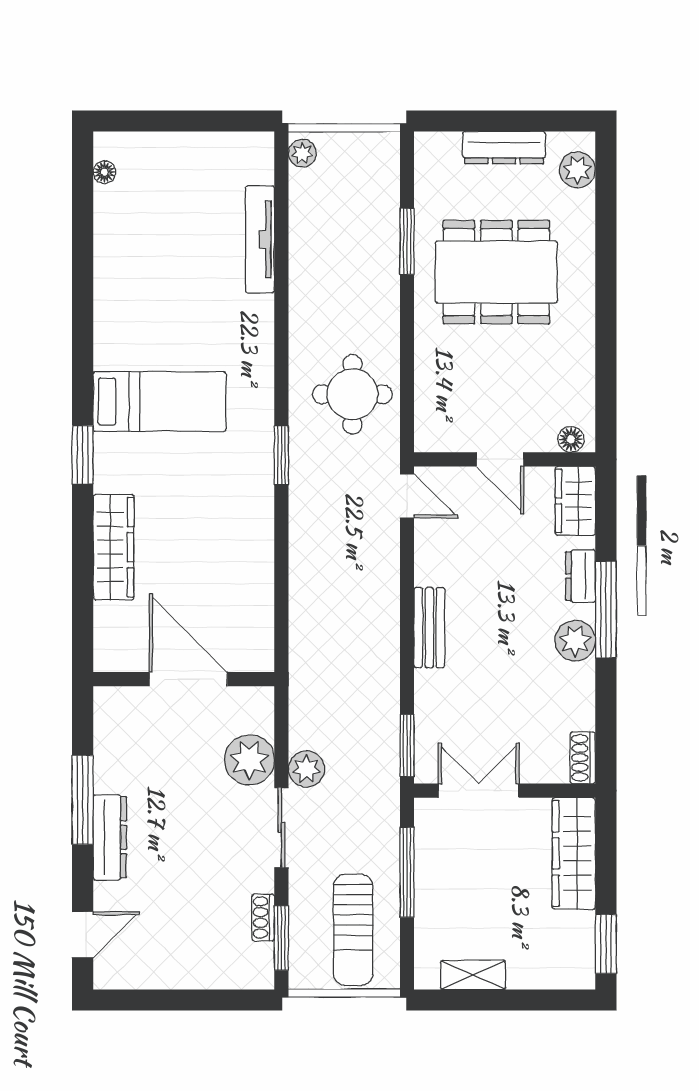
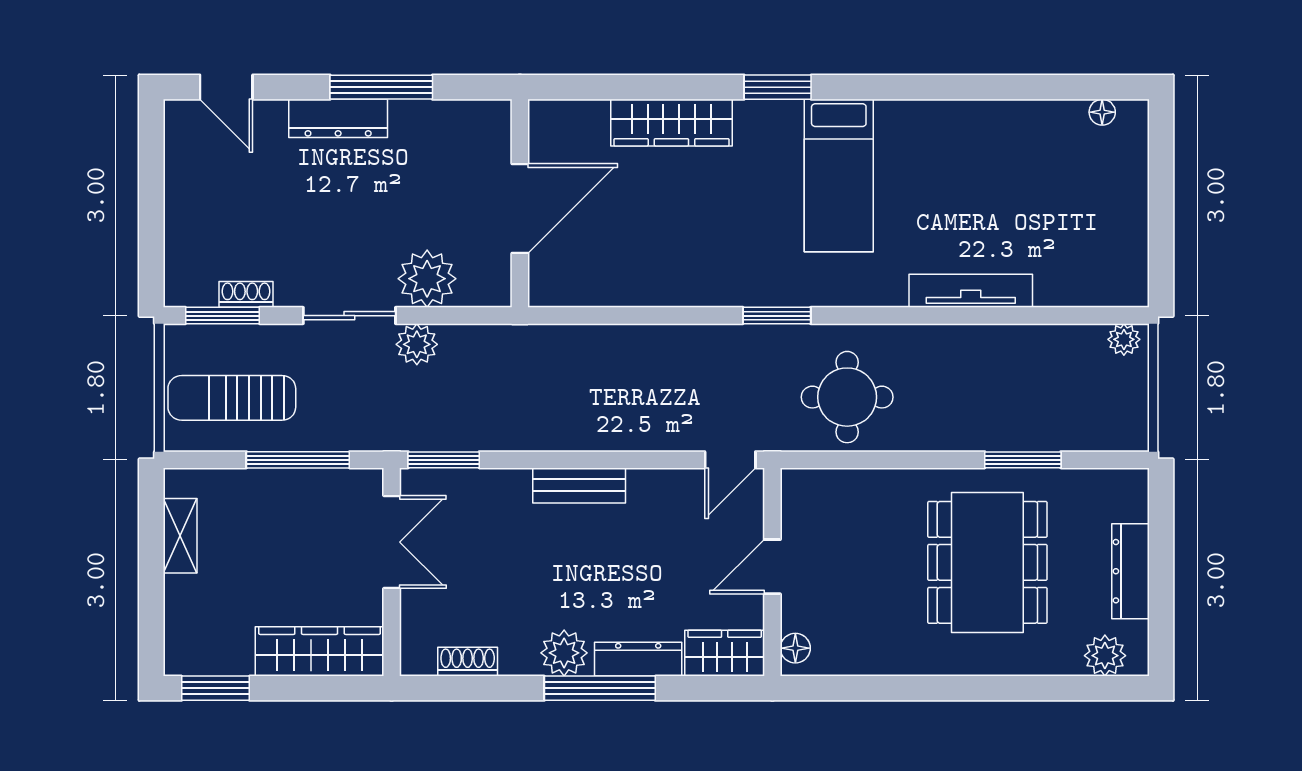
tv unit: (260, 239) -> (971, 291), moved
dresser: (581, 576) -> (638, 659), width x1.44
shoe rack: (583, 758) -> (468, 662), moved

